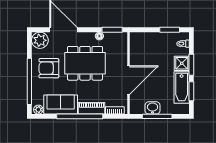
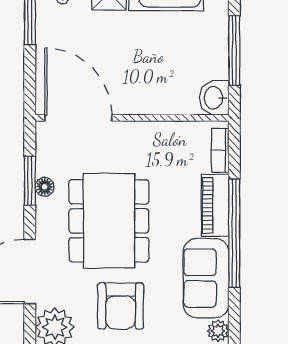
window: (112, 30) -> (30, 181), moved
door: (129, 80) -> (78, 118), moved
washbasin: (153, 108) -> (214, 98), moved

